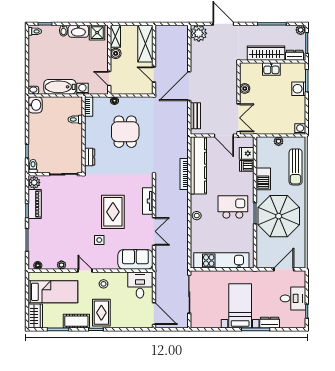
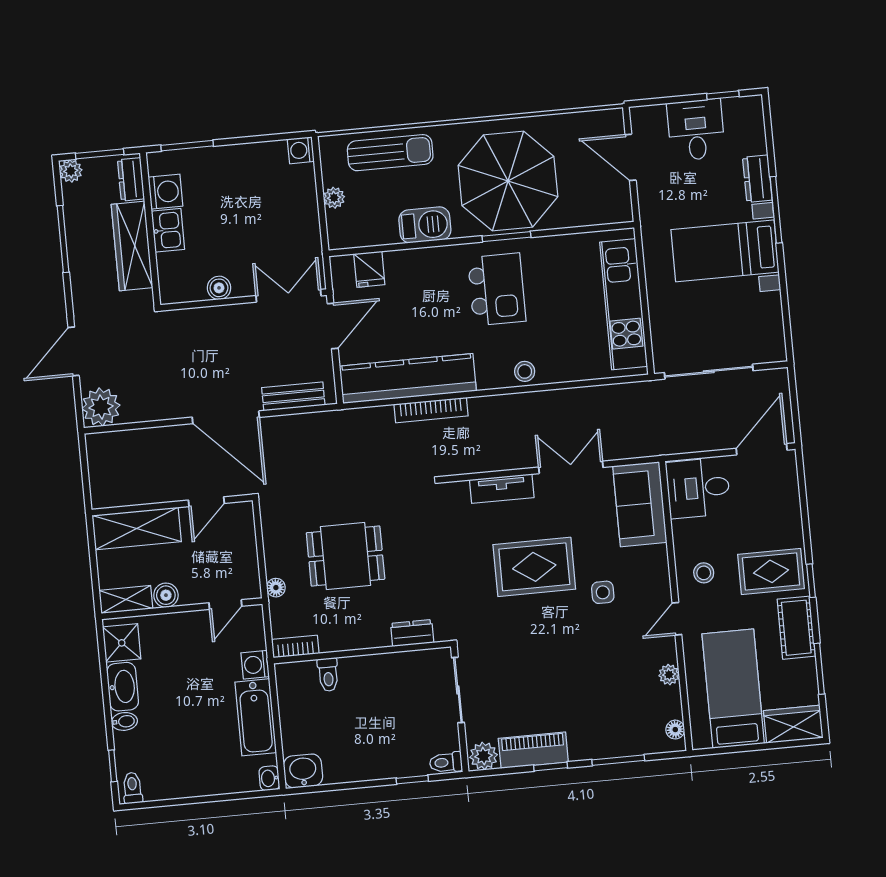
washing machine: (299, 89) -> (165, 192), moved, turned -90
dishwasher: (247, 166) -> (398, 266), removed
kitchen island: (233, 207) -> (497, 289), turned 180

